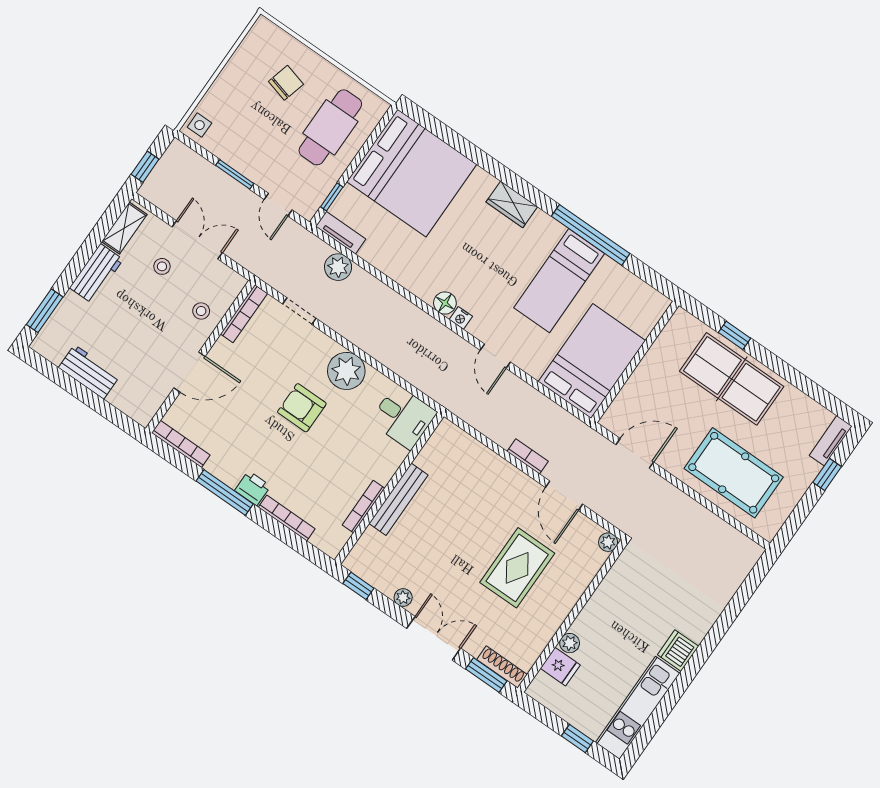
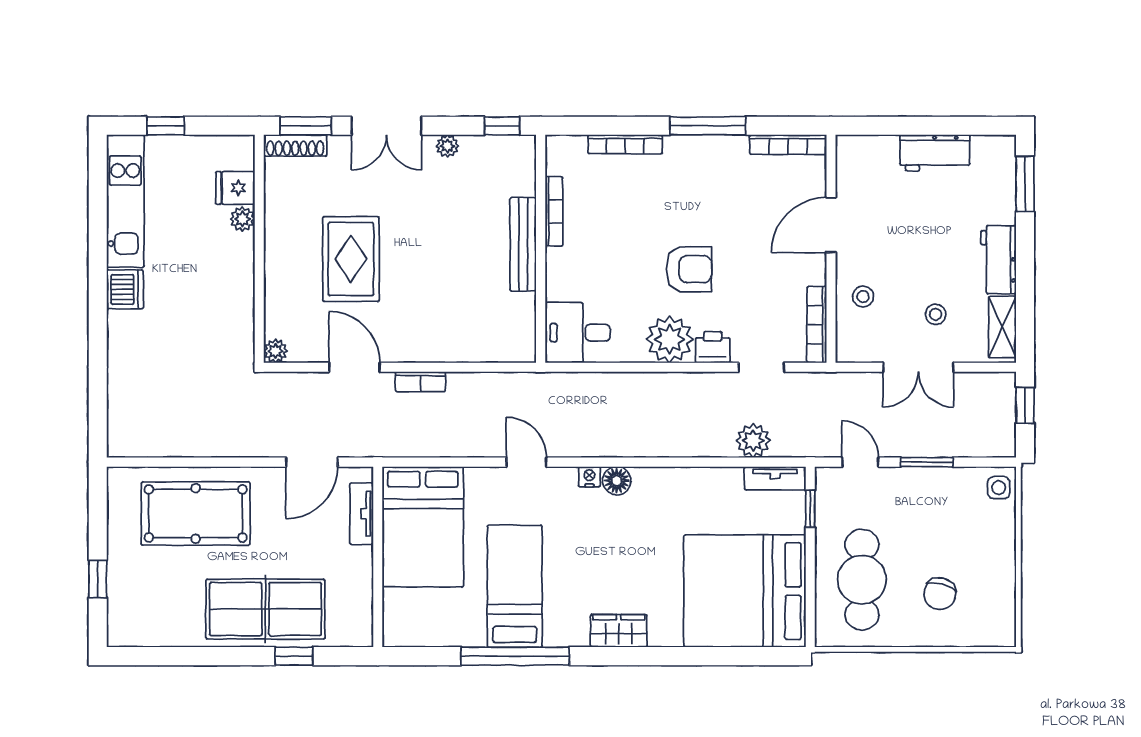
tv unit: (831, 441) -> (361, 514), moved, turned 180
printer: (253, 488) -> (713, 347), moved, turned 180

